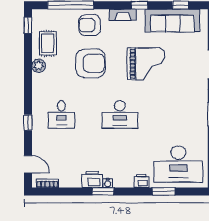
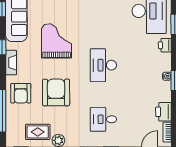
desk: (61, 114) -> (103, 119), turned 180
desk: (120, 114) -> (103, 65), turned 180
printer: (92, 179) -> (163, 112), moved

